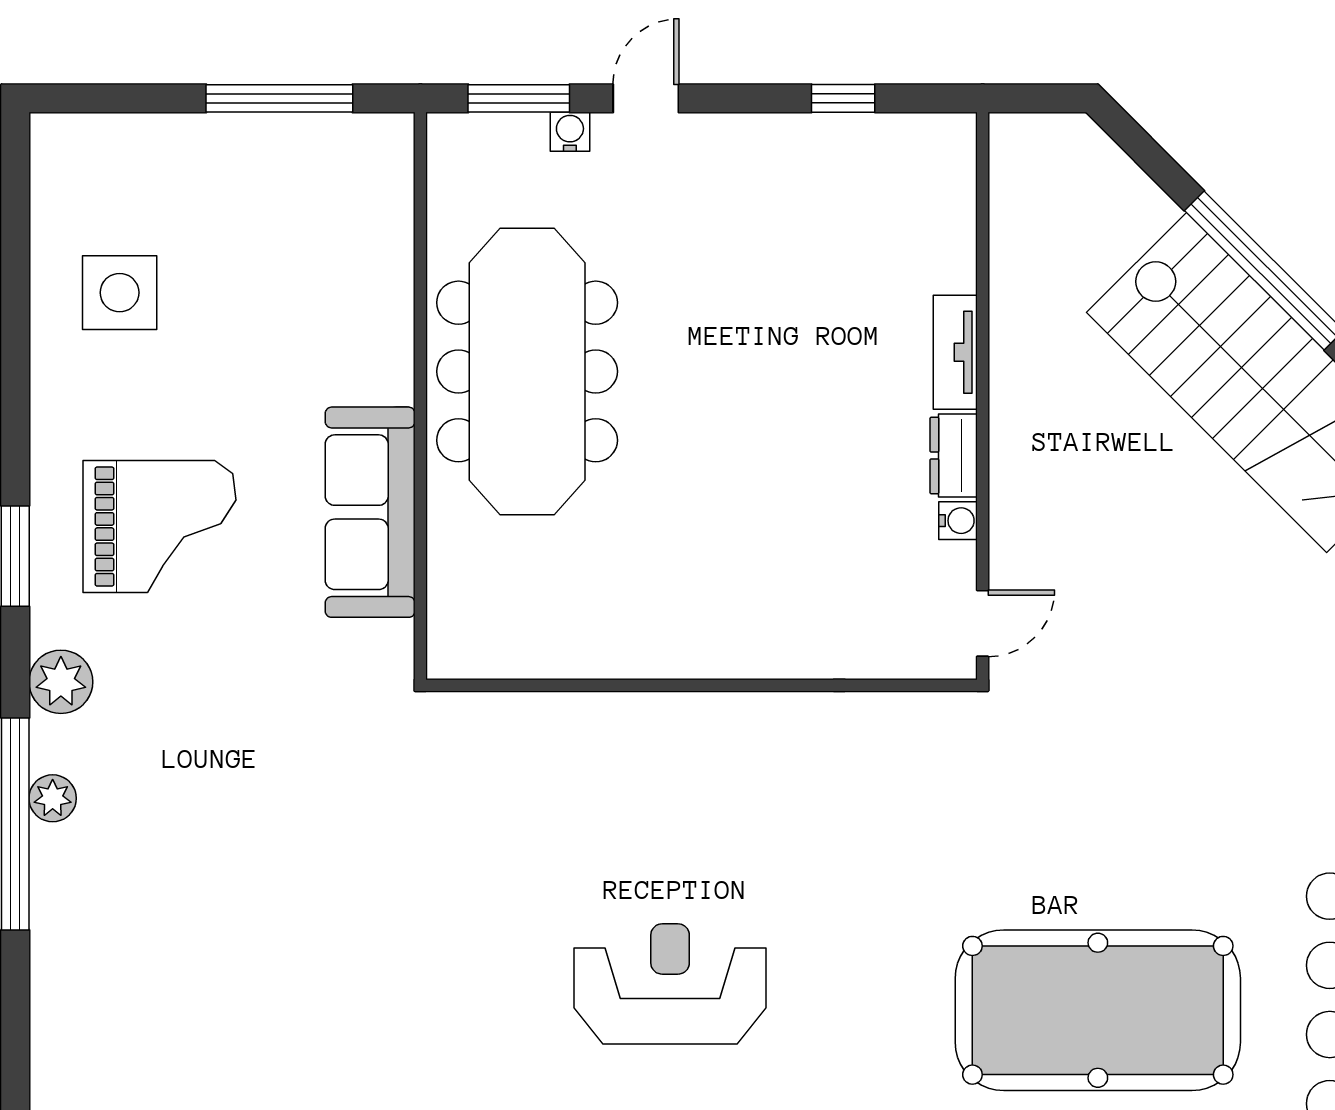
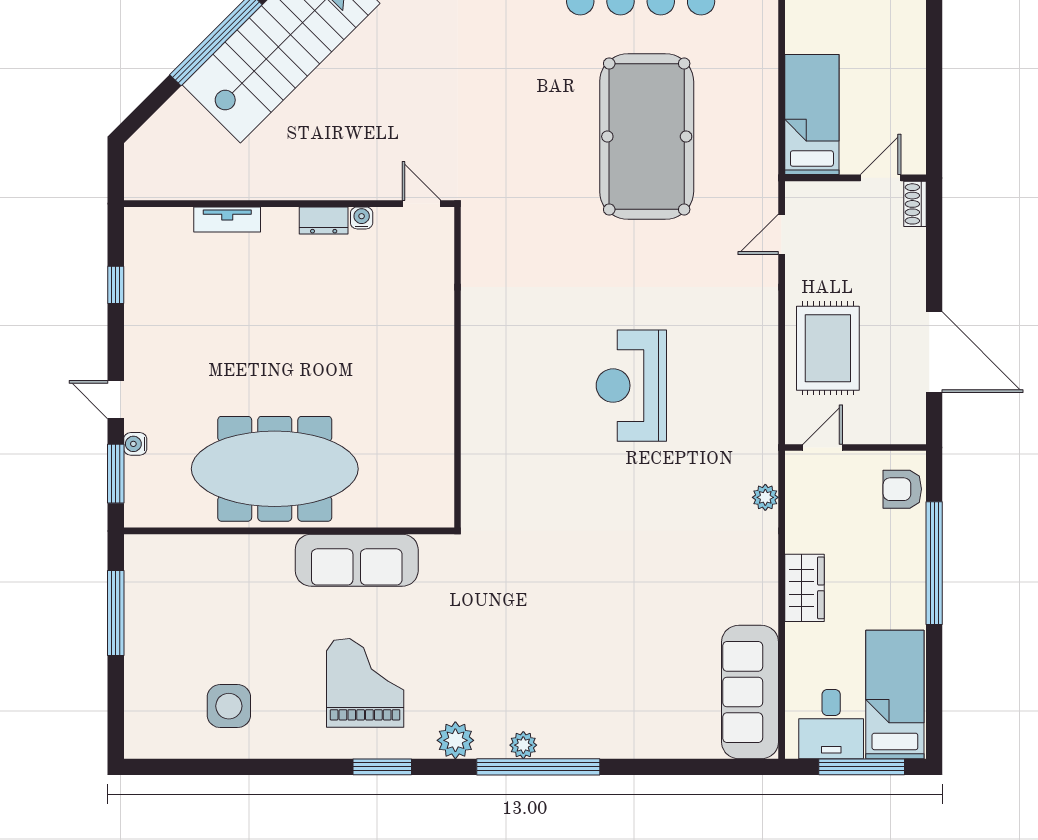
tv unit: (955, 352) -> (227, 220), moved

